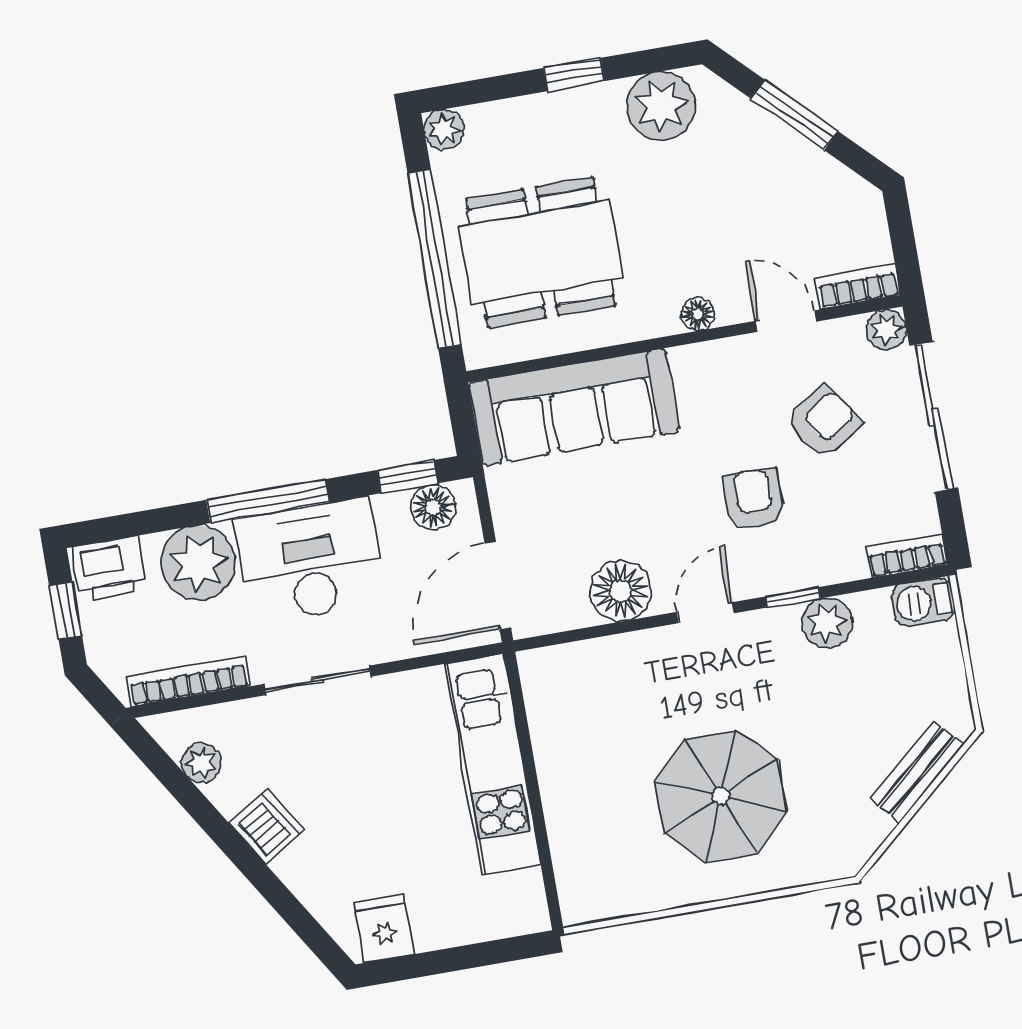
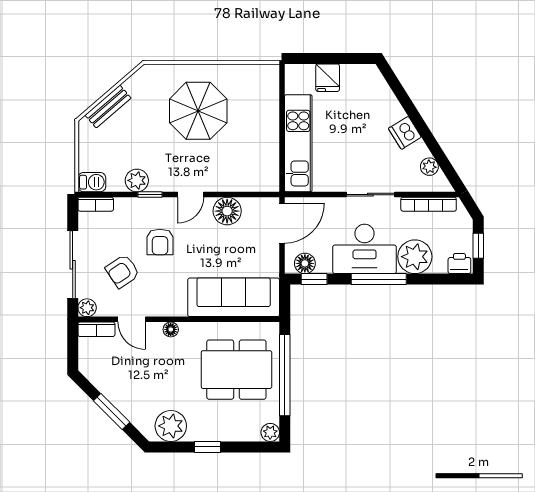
printer: (109, 569) -> (459, 264), width x0.73, depth x0.81
fridge: (384, 929) -> (328, 78), moved

